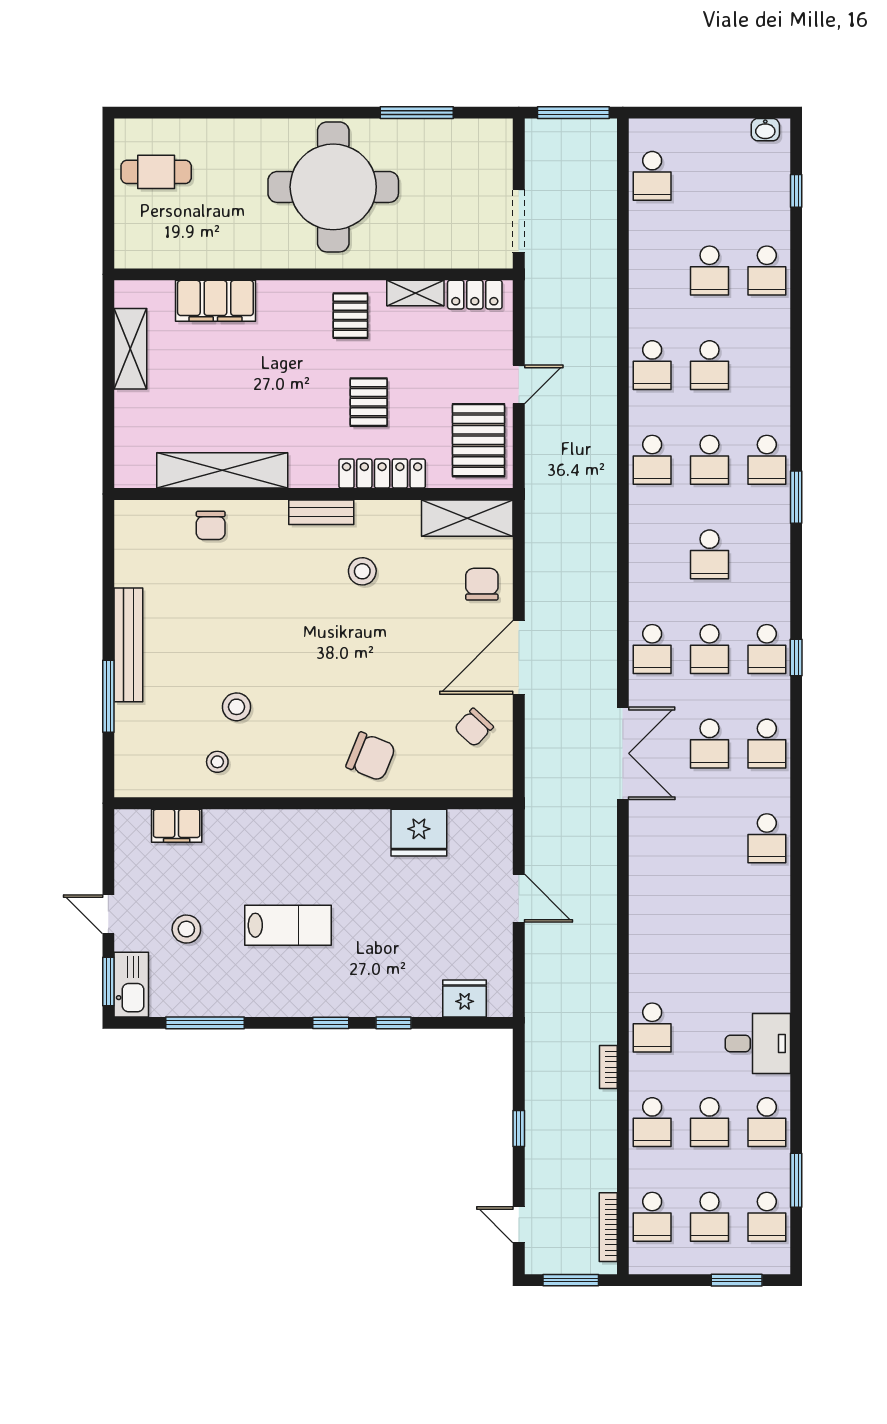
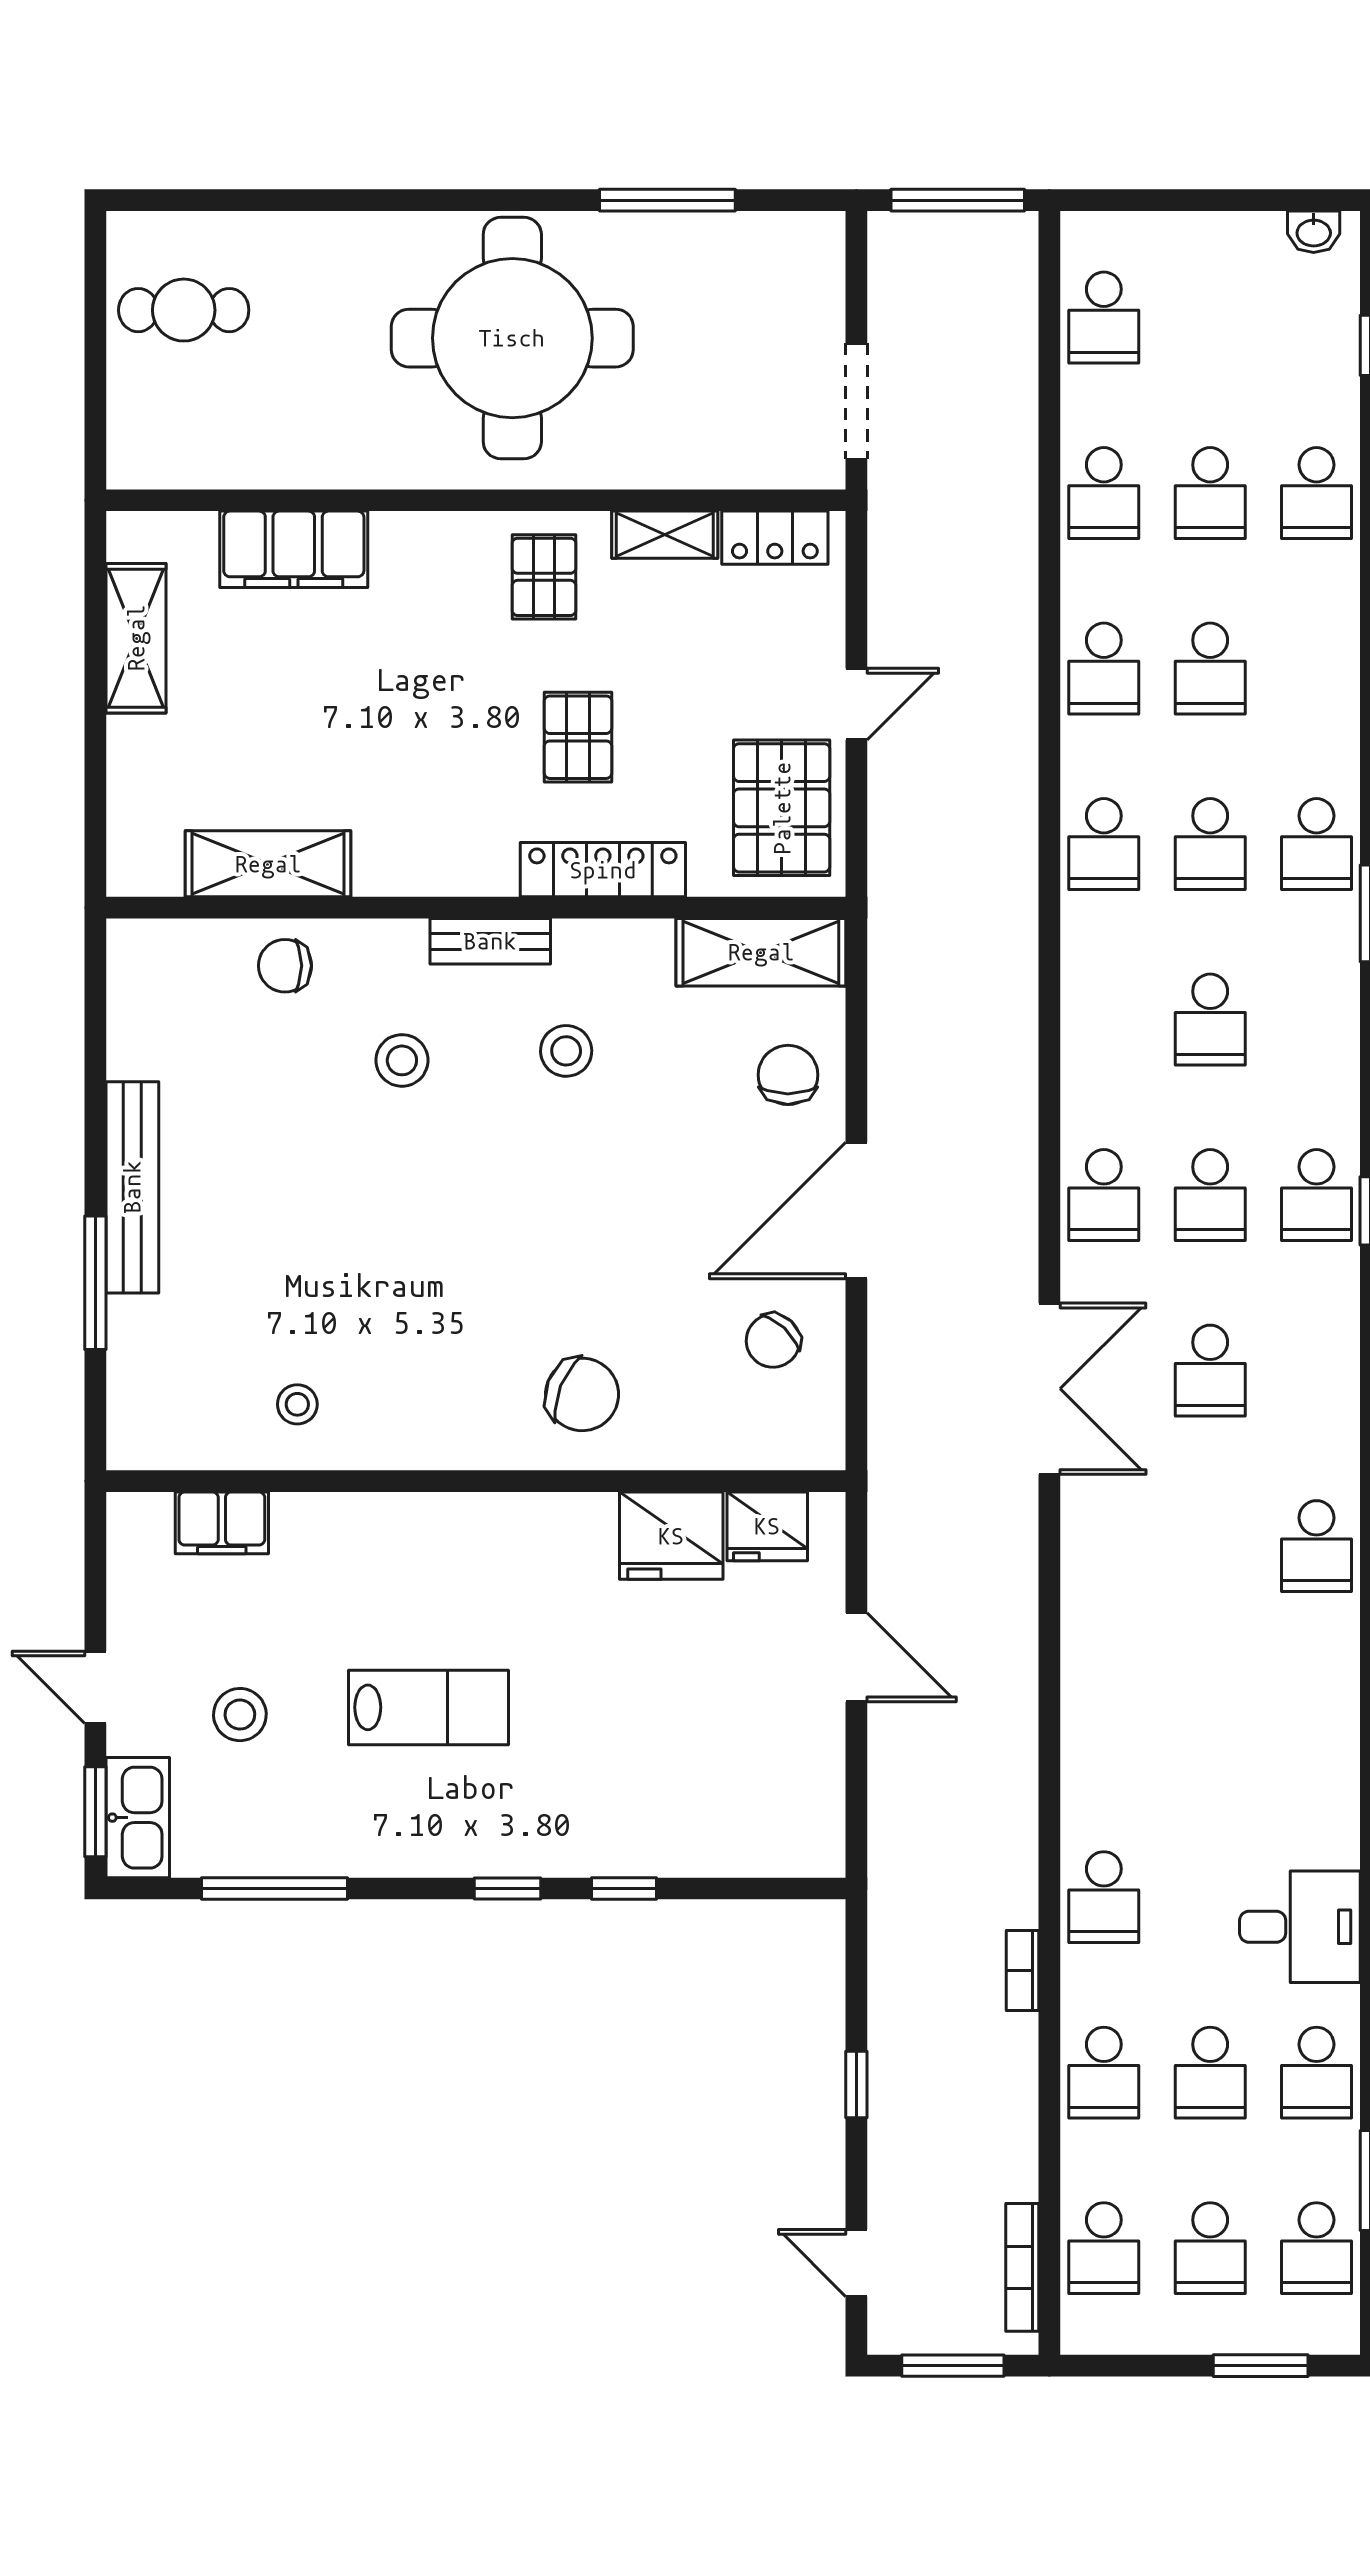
shelving: (222, 470) -> (268, 864), width x0.68
chair: (211, 525) -> (285, 966), turned 90
stool: (237, 707) -> (402, 1060), moved
school desk: (767, 744) -> (1104, 493), moved
fridge: (465, 998) -> (767, 1526), moved, turned 180

